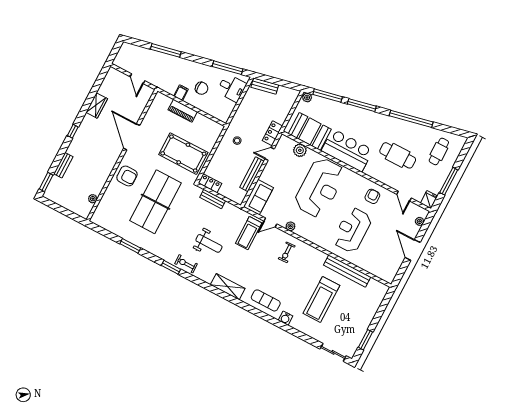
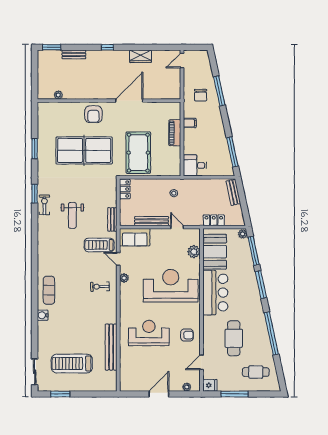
door: (137, 79) -> (182, 61), moved
chair: (202, 88) -> (201, 95), moved
desk: (232, 88) -> (195, 165), moved, turned 90
locker: (272, 133) -> (214, 220), moved
reception desk: (320, 188) -> (171, 286), turned 180
bench: (213, 199) -> (112, 219), moved
shelving: (228, 287) -> (44, 251), removed
treadmill: (321, 299) -> (72, 364), moved

